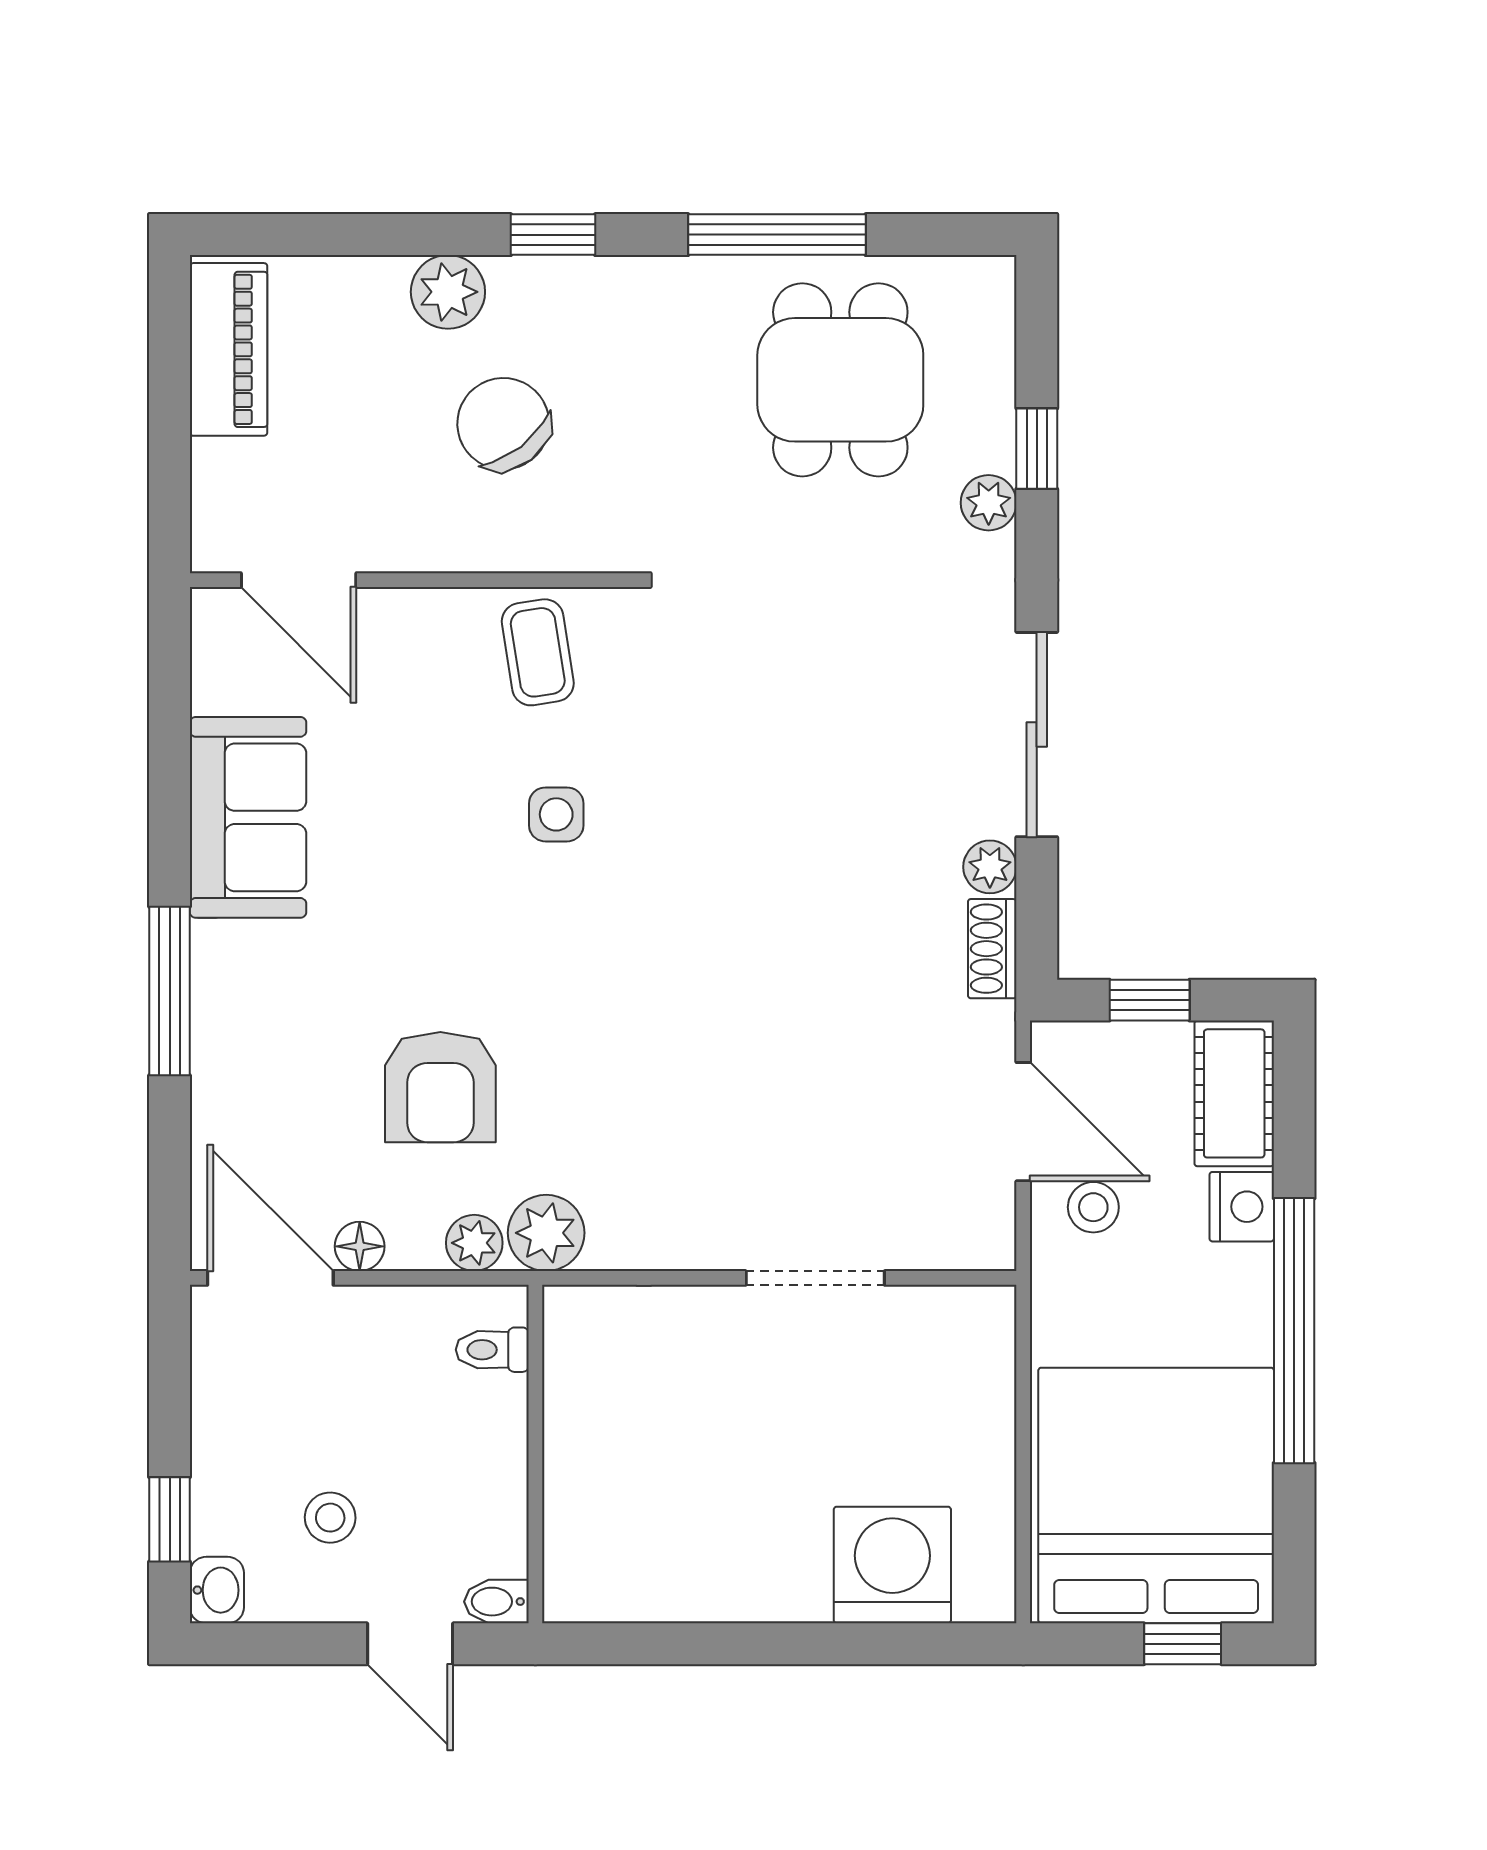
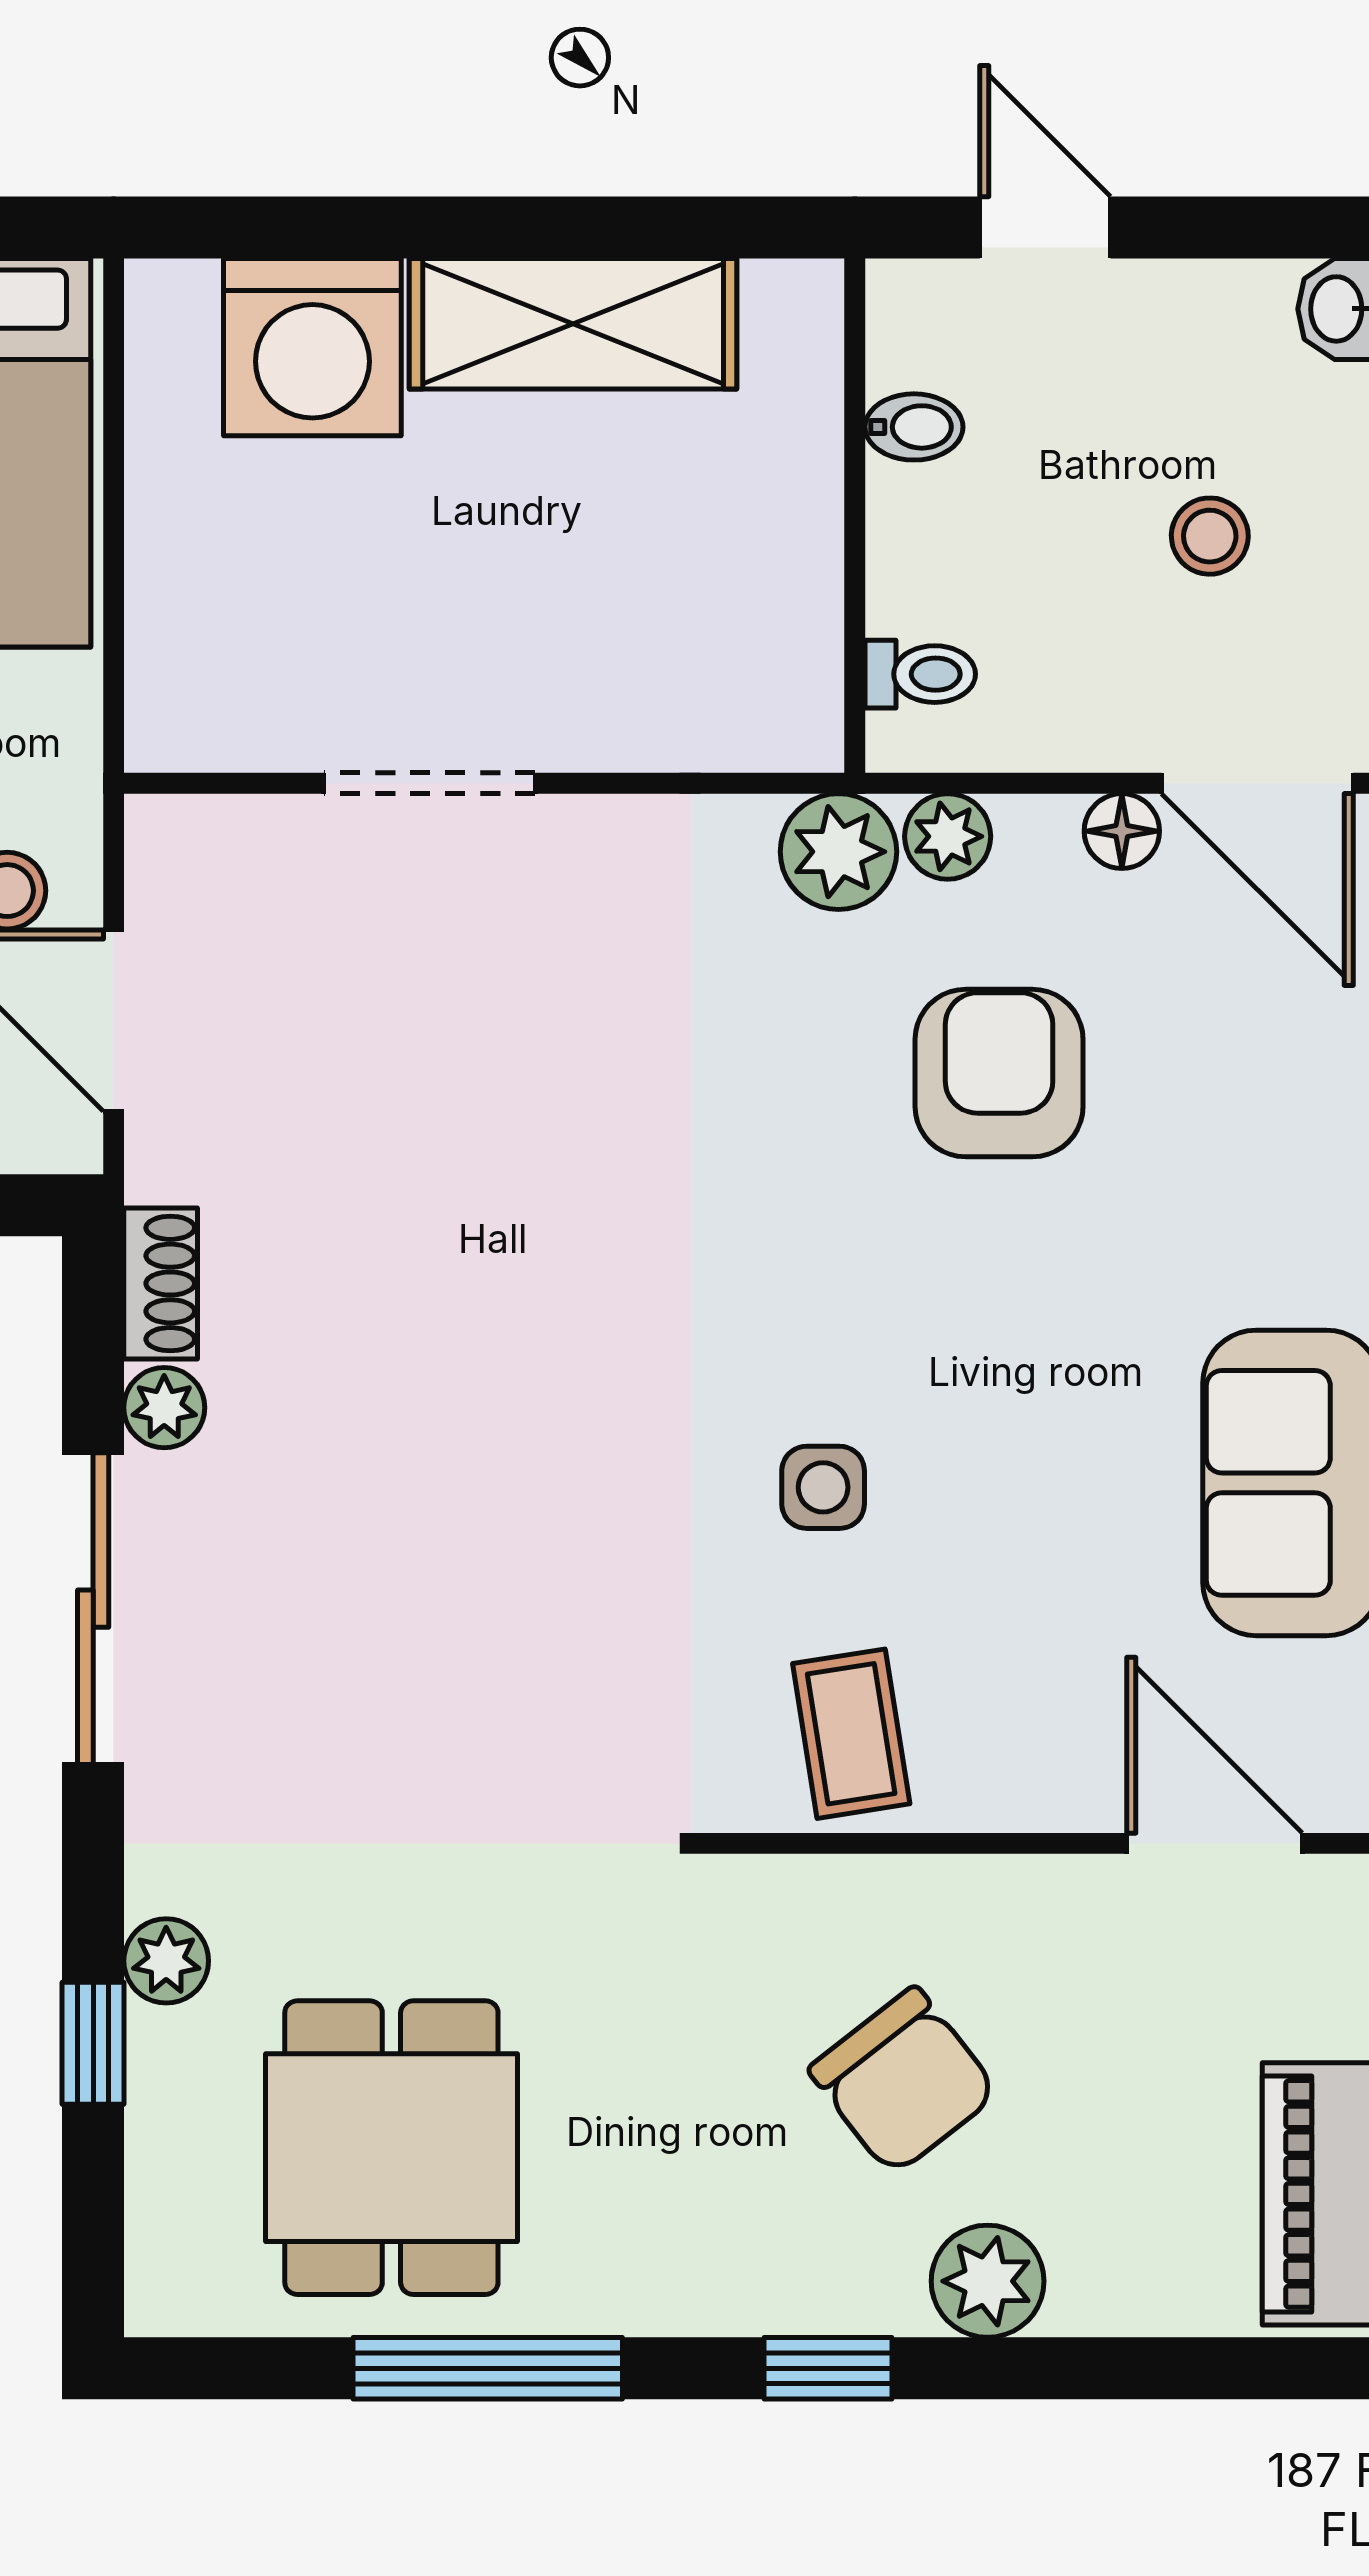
stool: (330, 1518) -> (1210, 536), moved
shelving: (721, 1580) -> (573, 324), added
bidet: (496, 1602) -> (914, 427), moved

